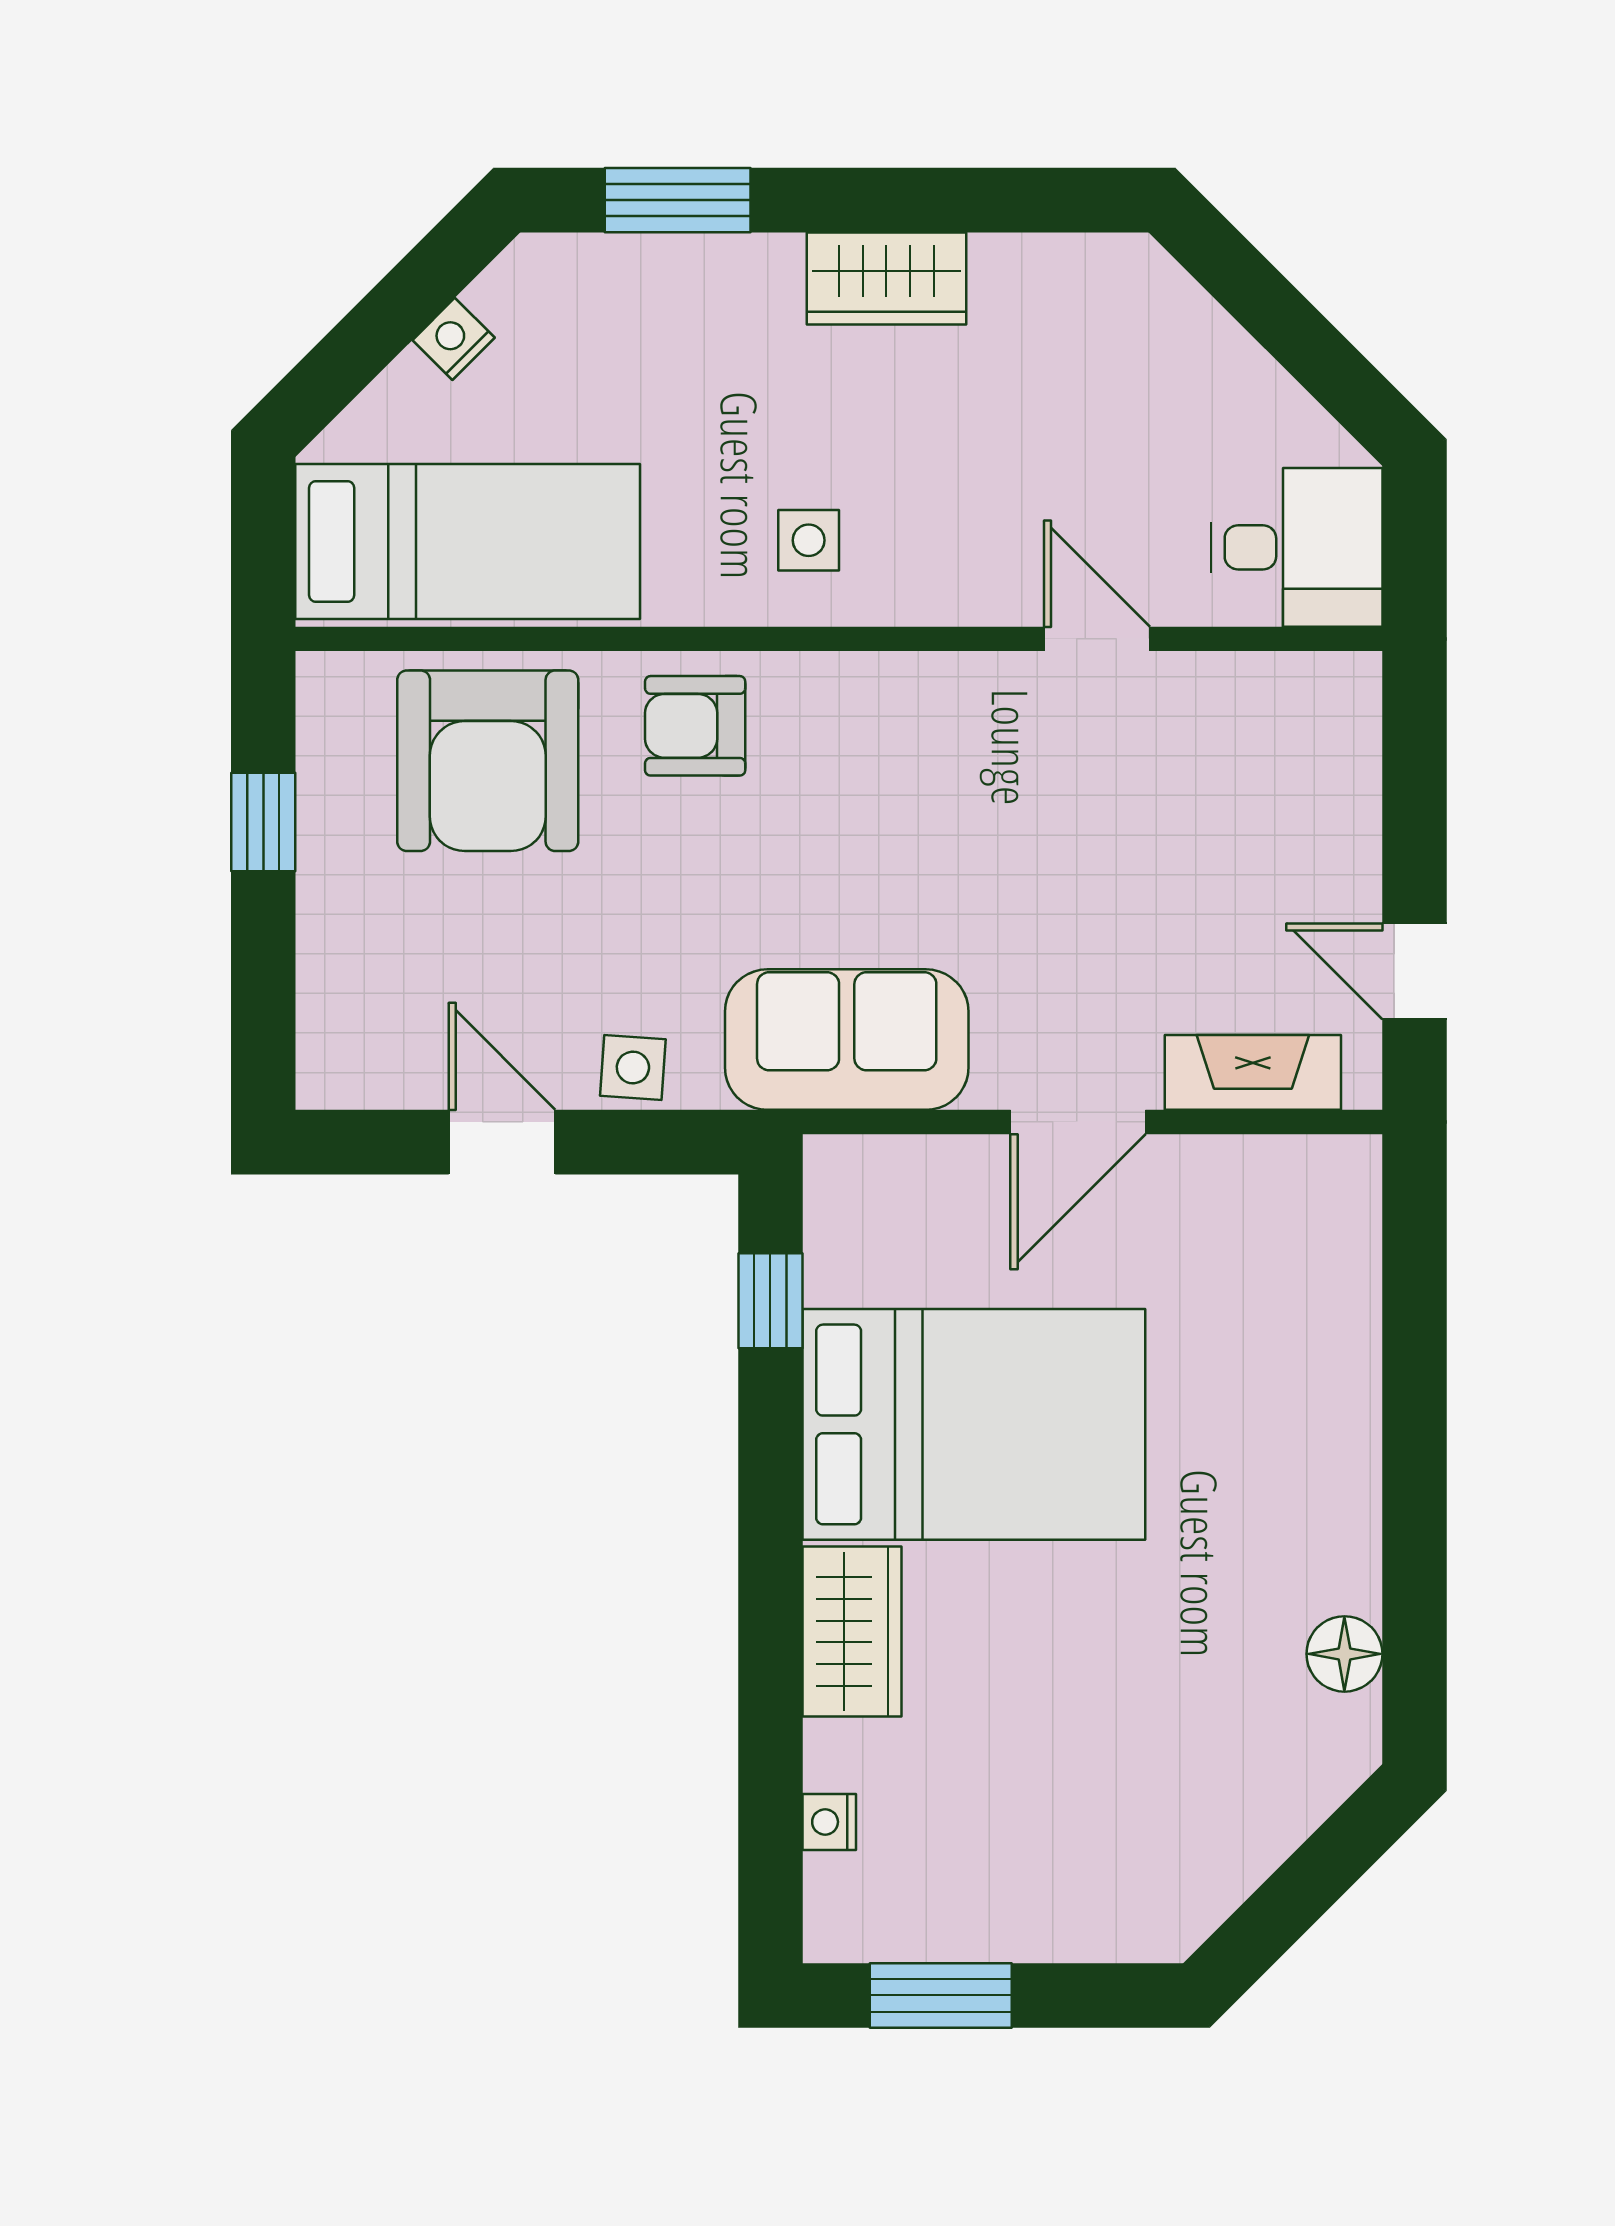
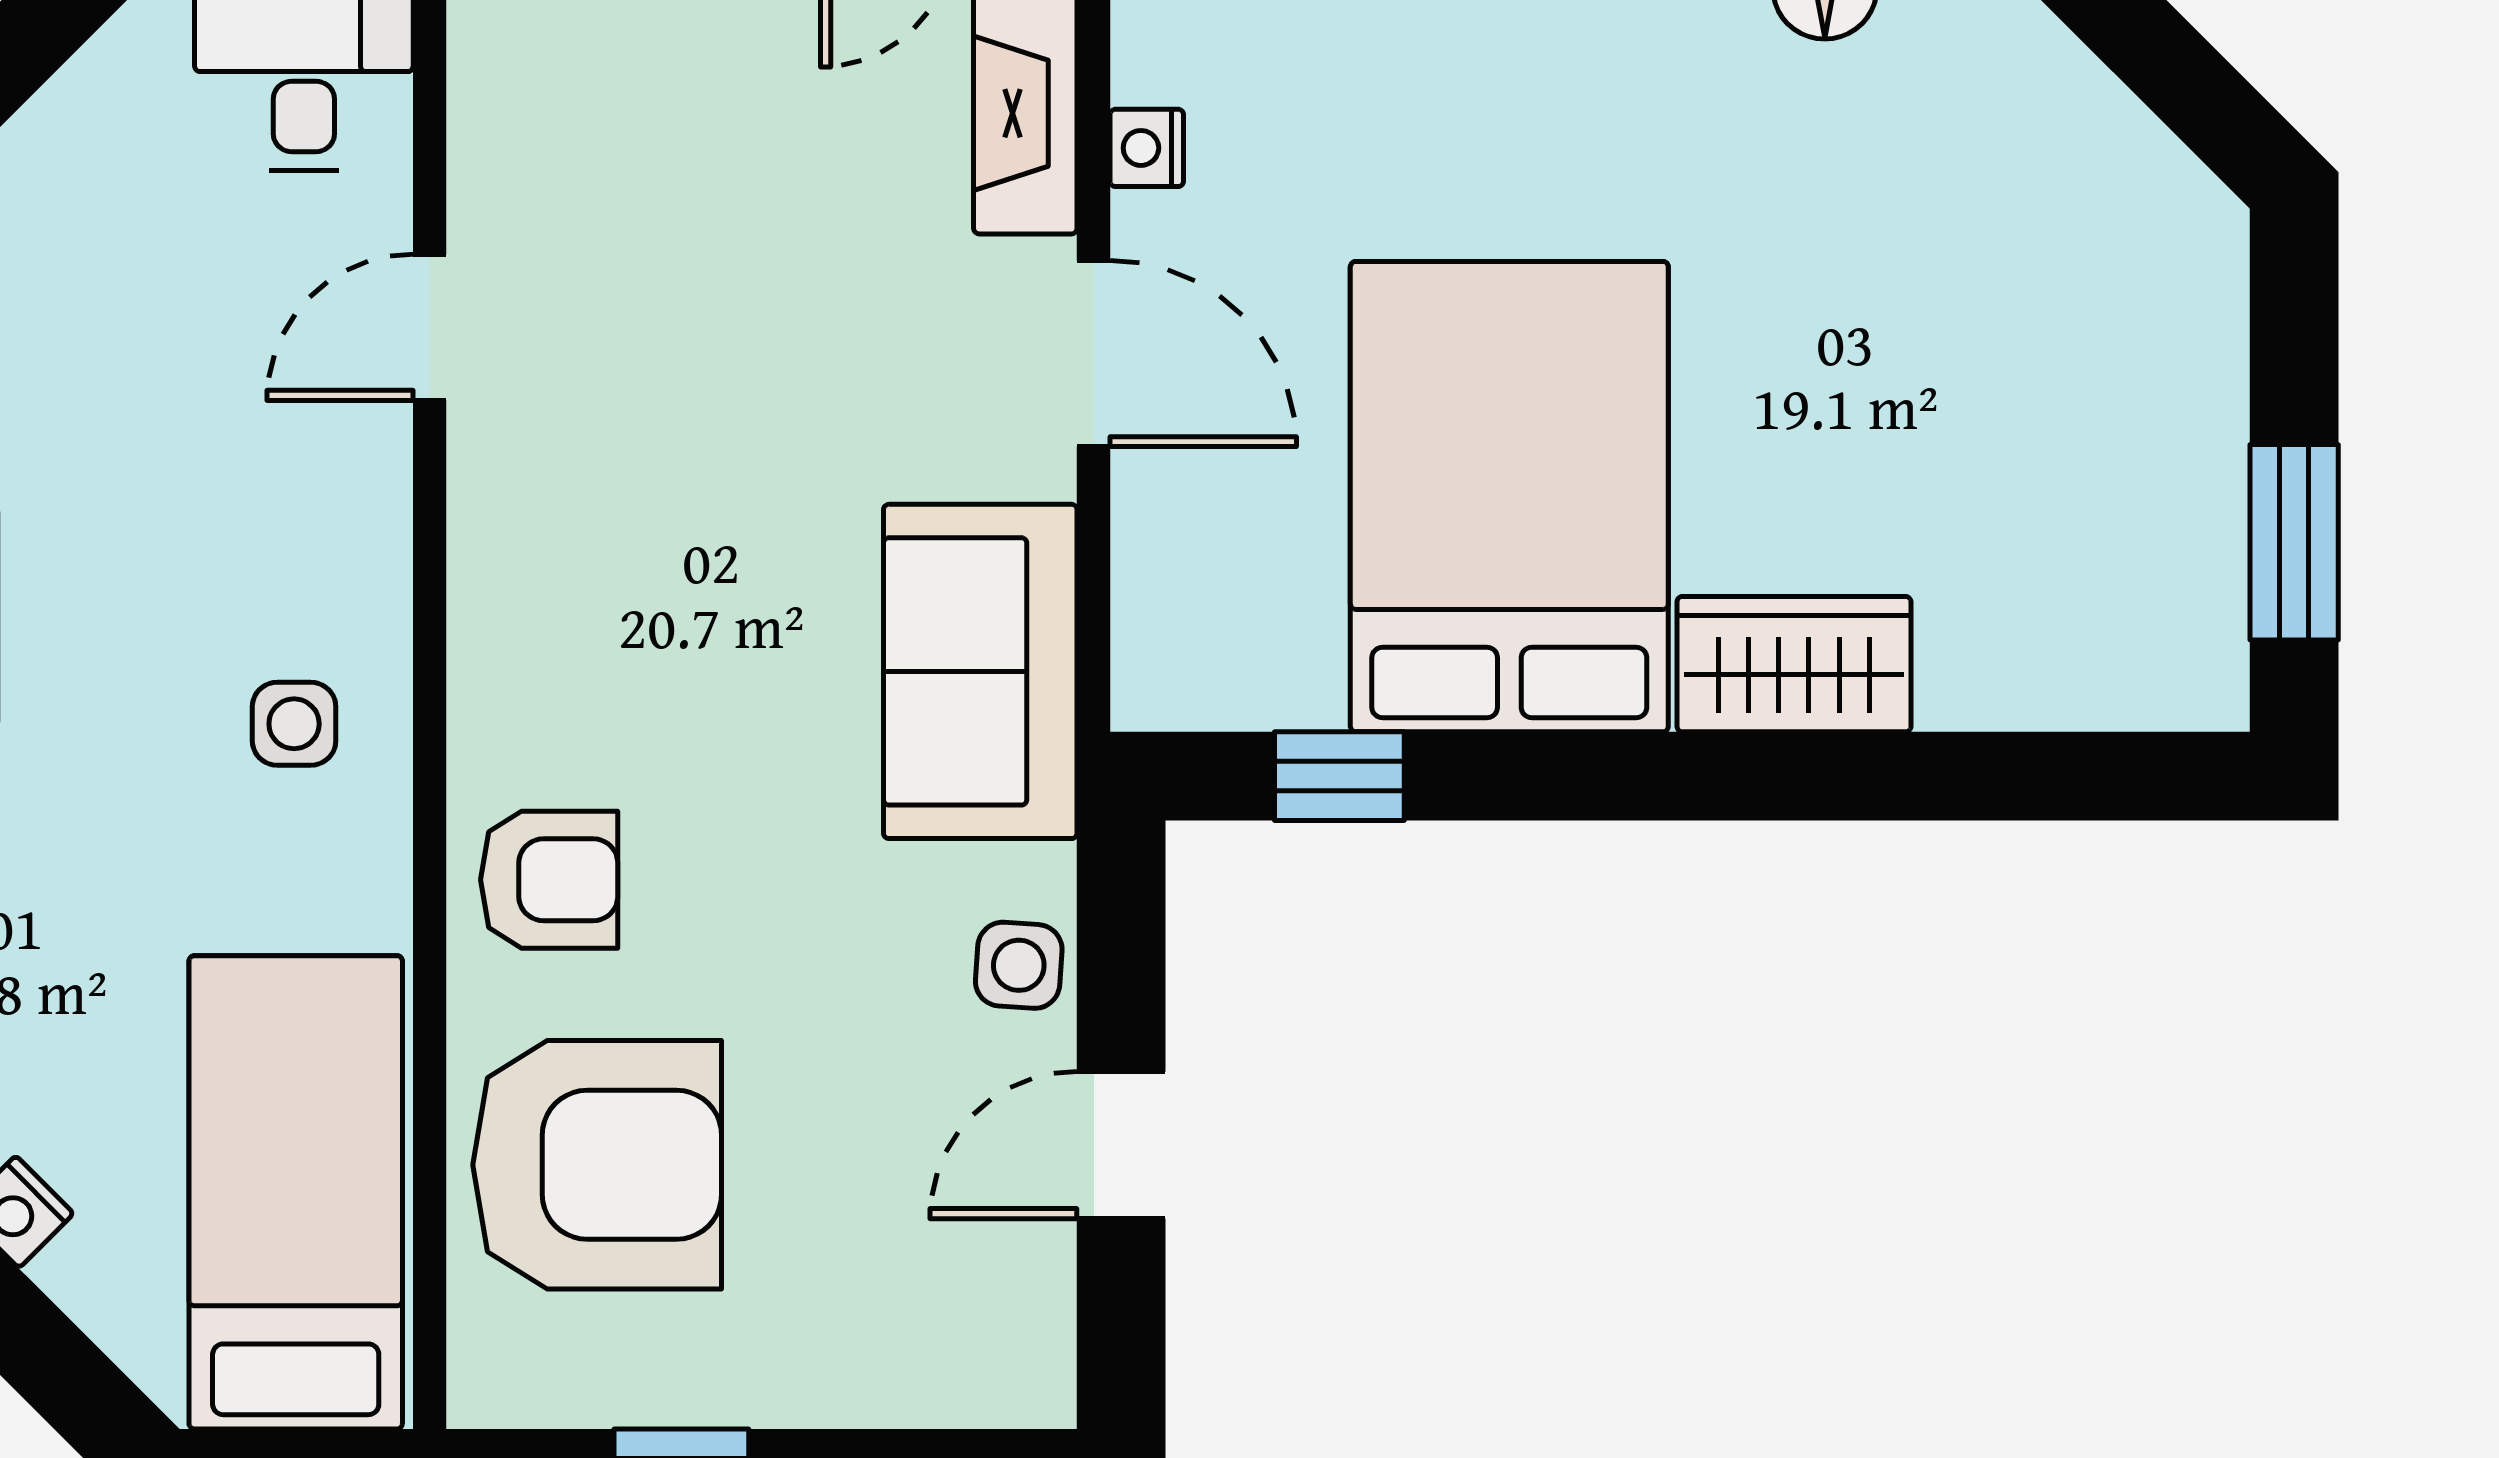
armchair: (695, 726) -> (549, 880), turned -90
nightstand: (829, 1822) -> (1147, 148), moved, turned 90

